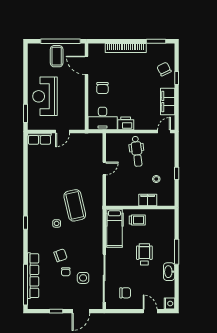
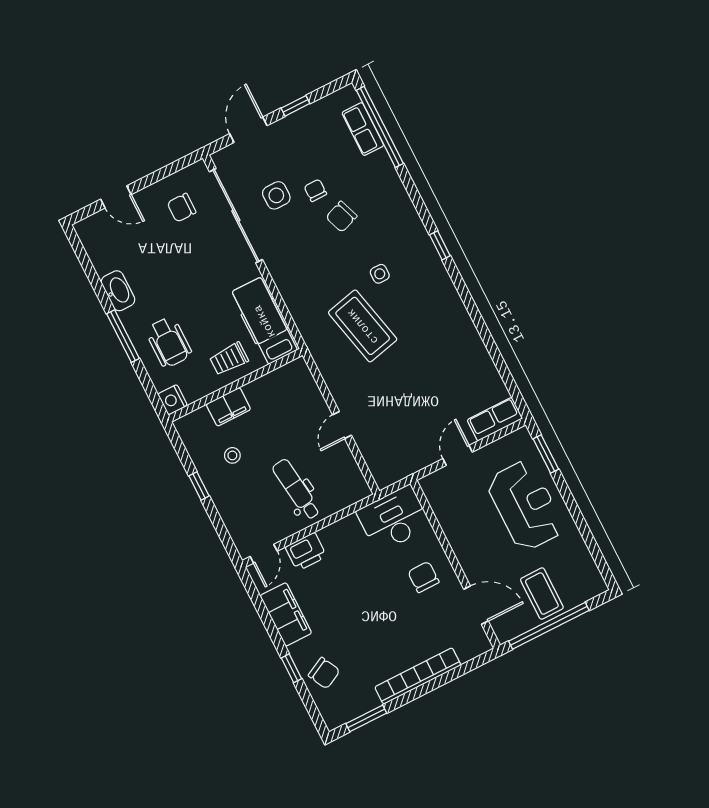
printer: (126, 123) -> (306, 552), moved
wheelchair: (144, 254) -> (169, 342), moved
row of seats: (33, 276) -> (363, 129), width x0.50
nightstand: (169, 304) -> (172, 400), moved

